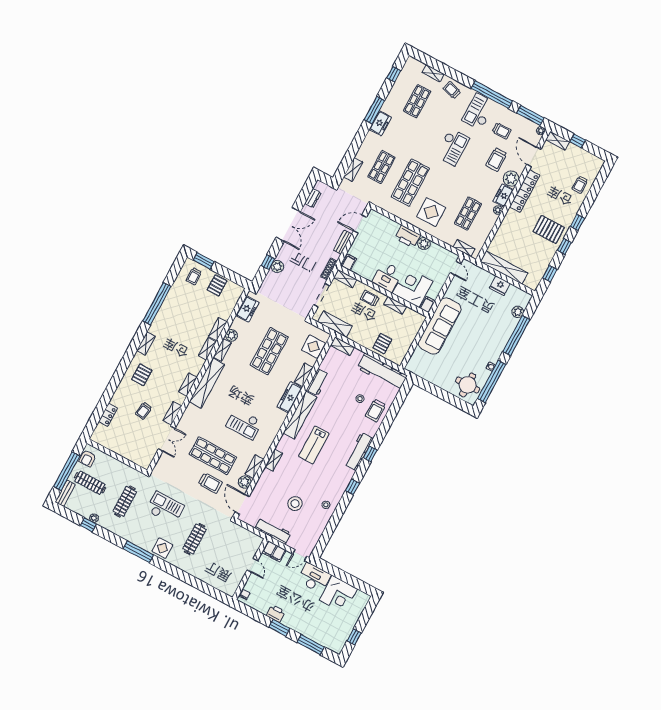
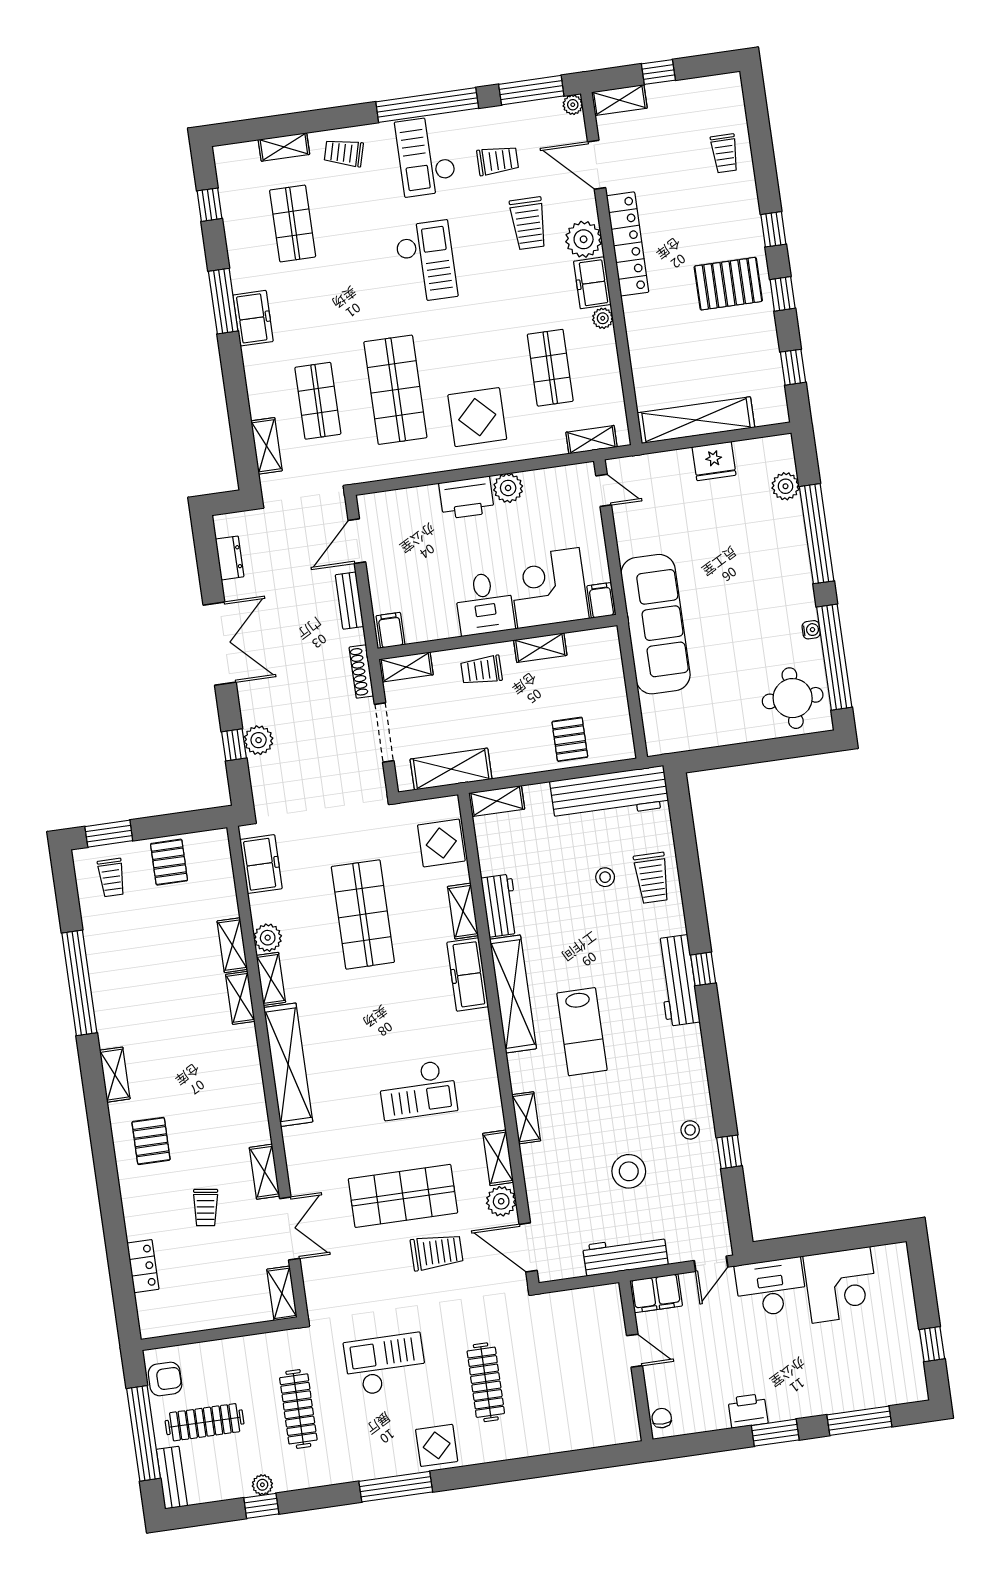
shelving: (188, 385) -> (282, 1293), moved
armchair: (87, 458) -> (165, 1379), turned -88
window: (352, 487) -> (729, 1152), moved

